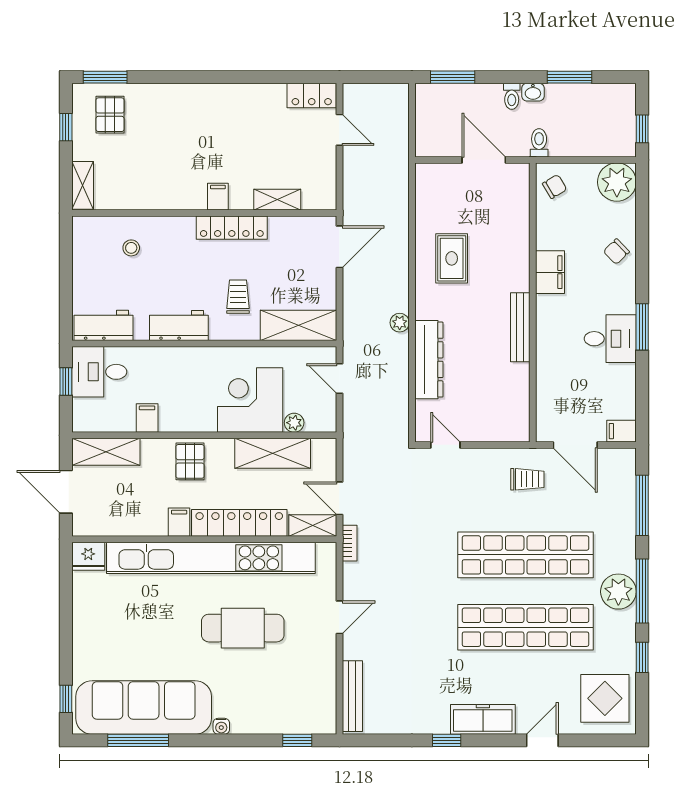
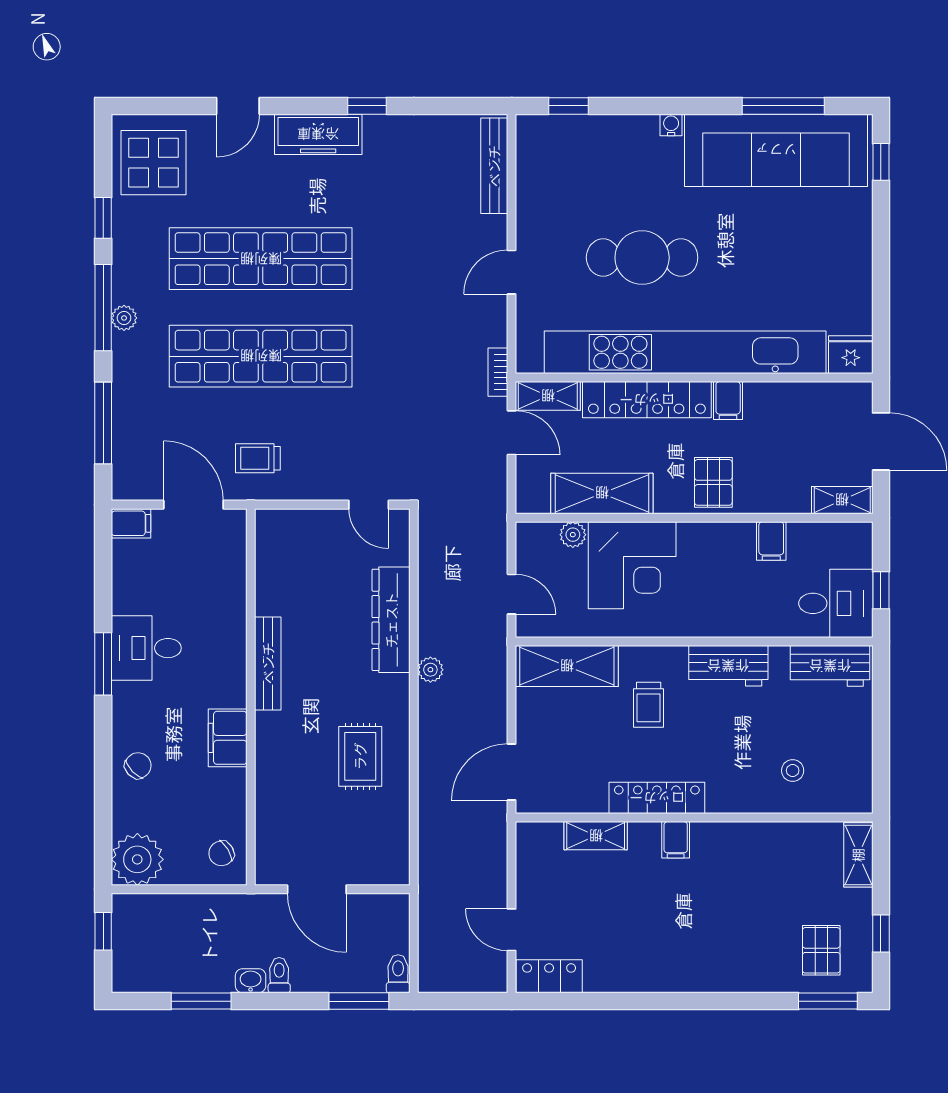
toilet: (539, 143) -> (398, 974), moved, turned 180
shelving: (106, 452) -> (842, 500), width x0.67, depth x0.75
plant: (618, 592) -> (124, 318), width x0.53, depth x0.53

